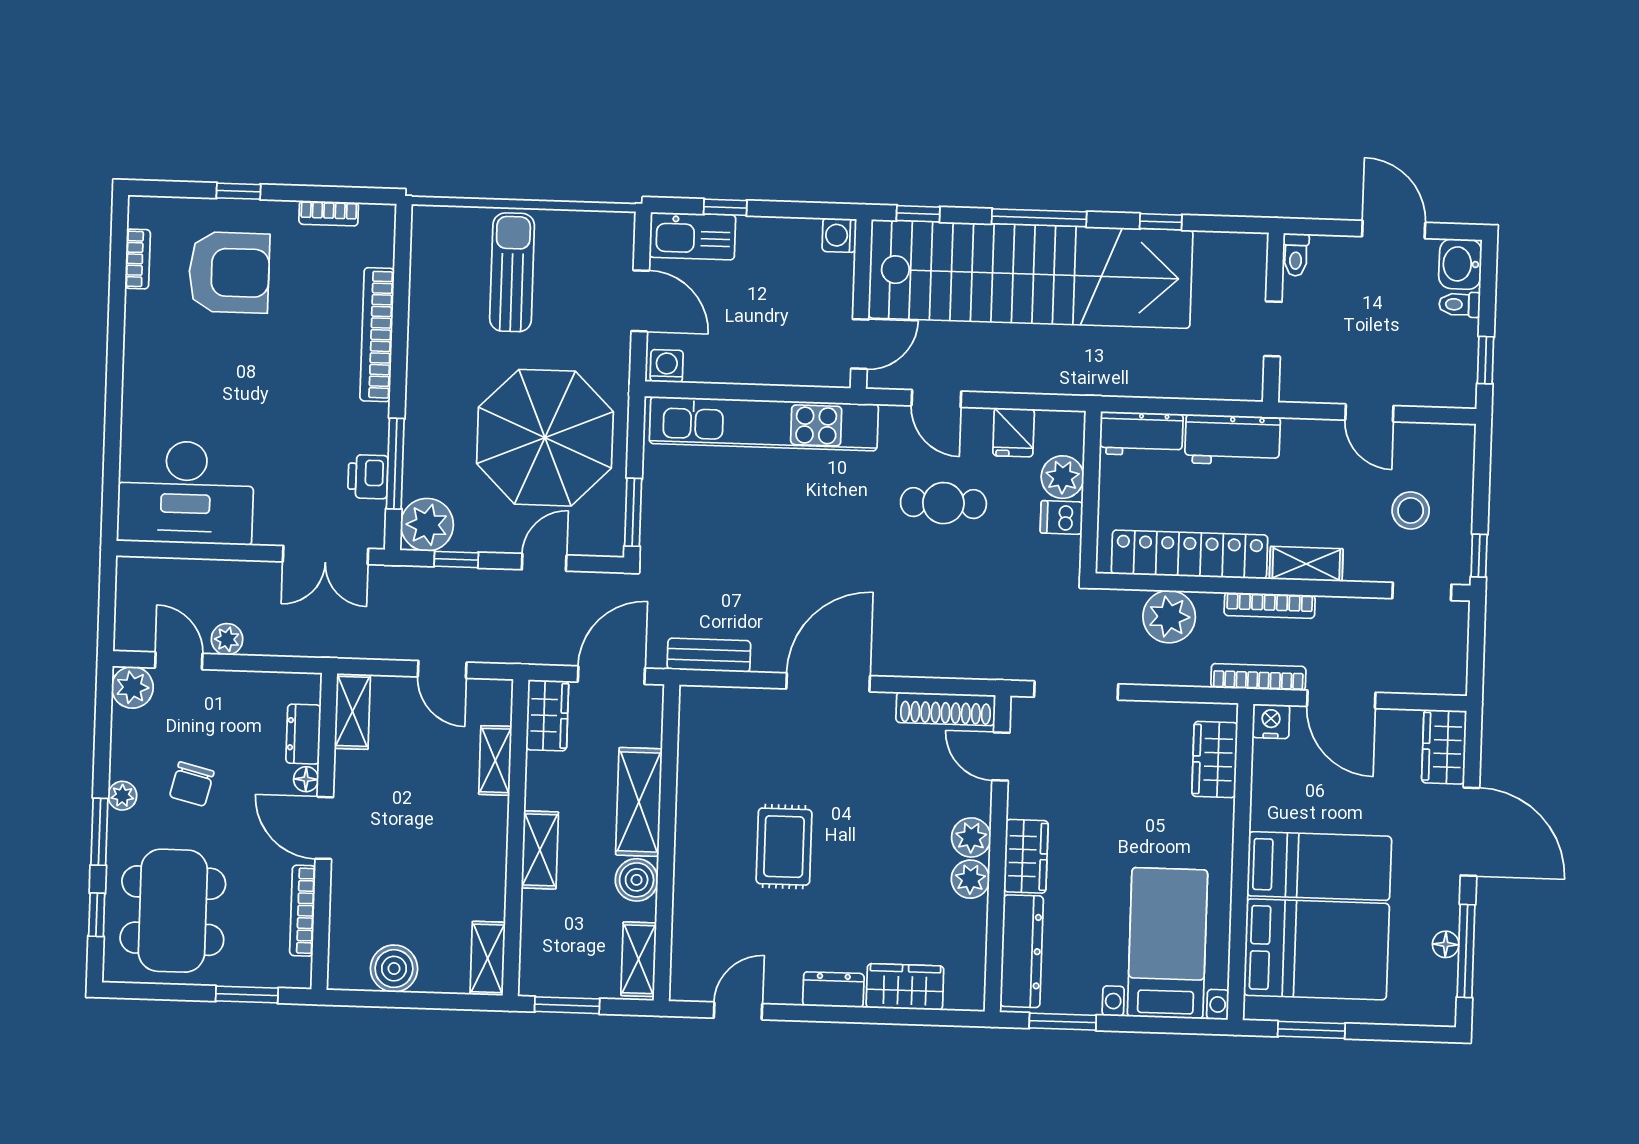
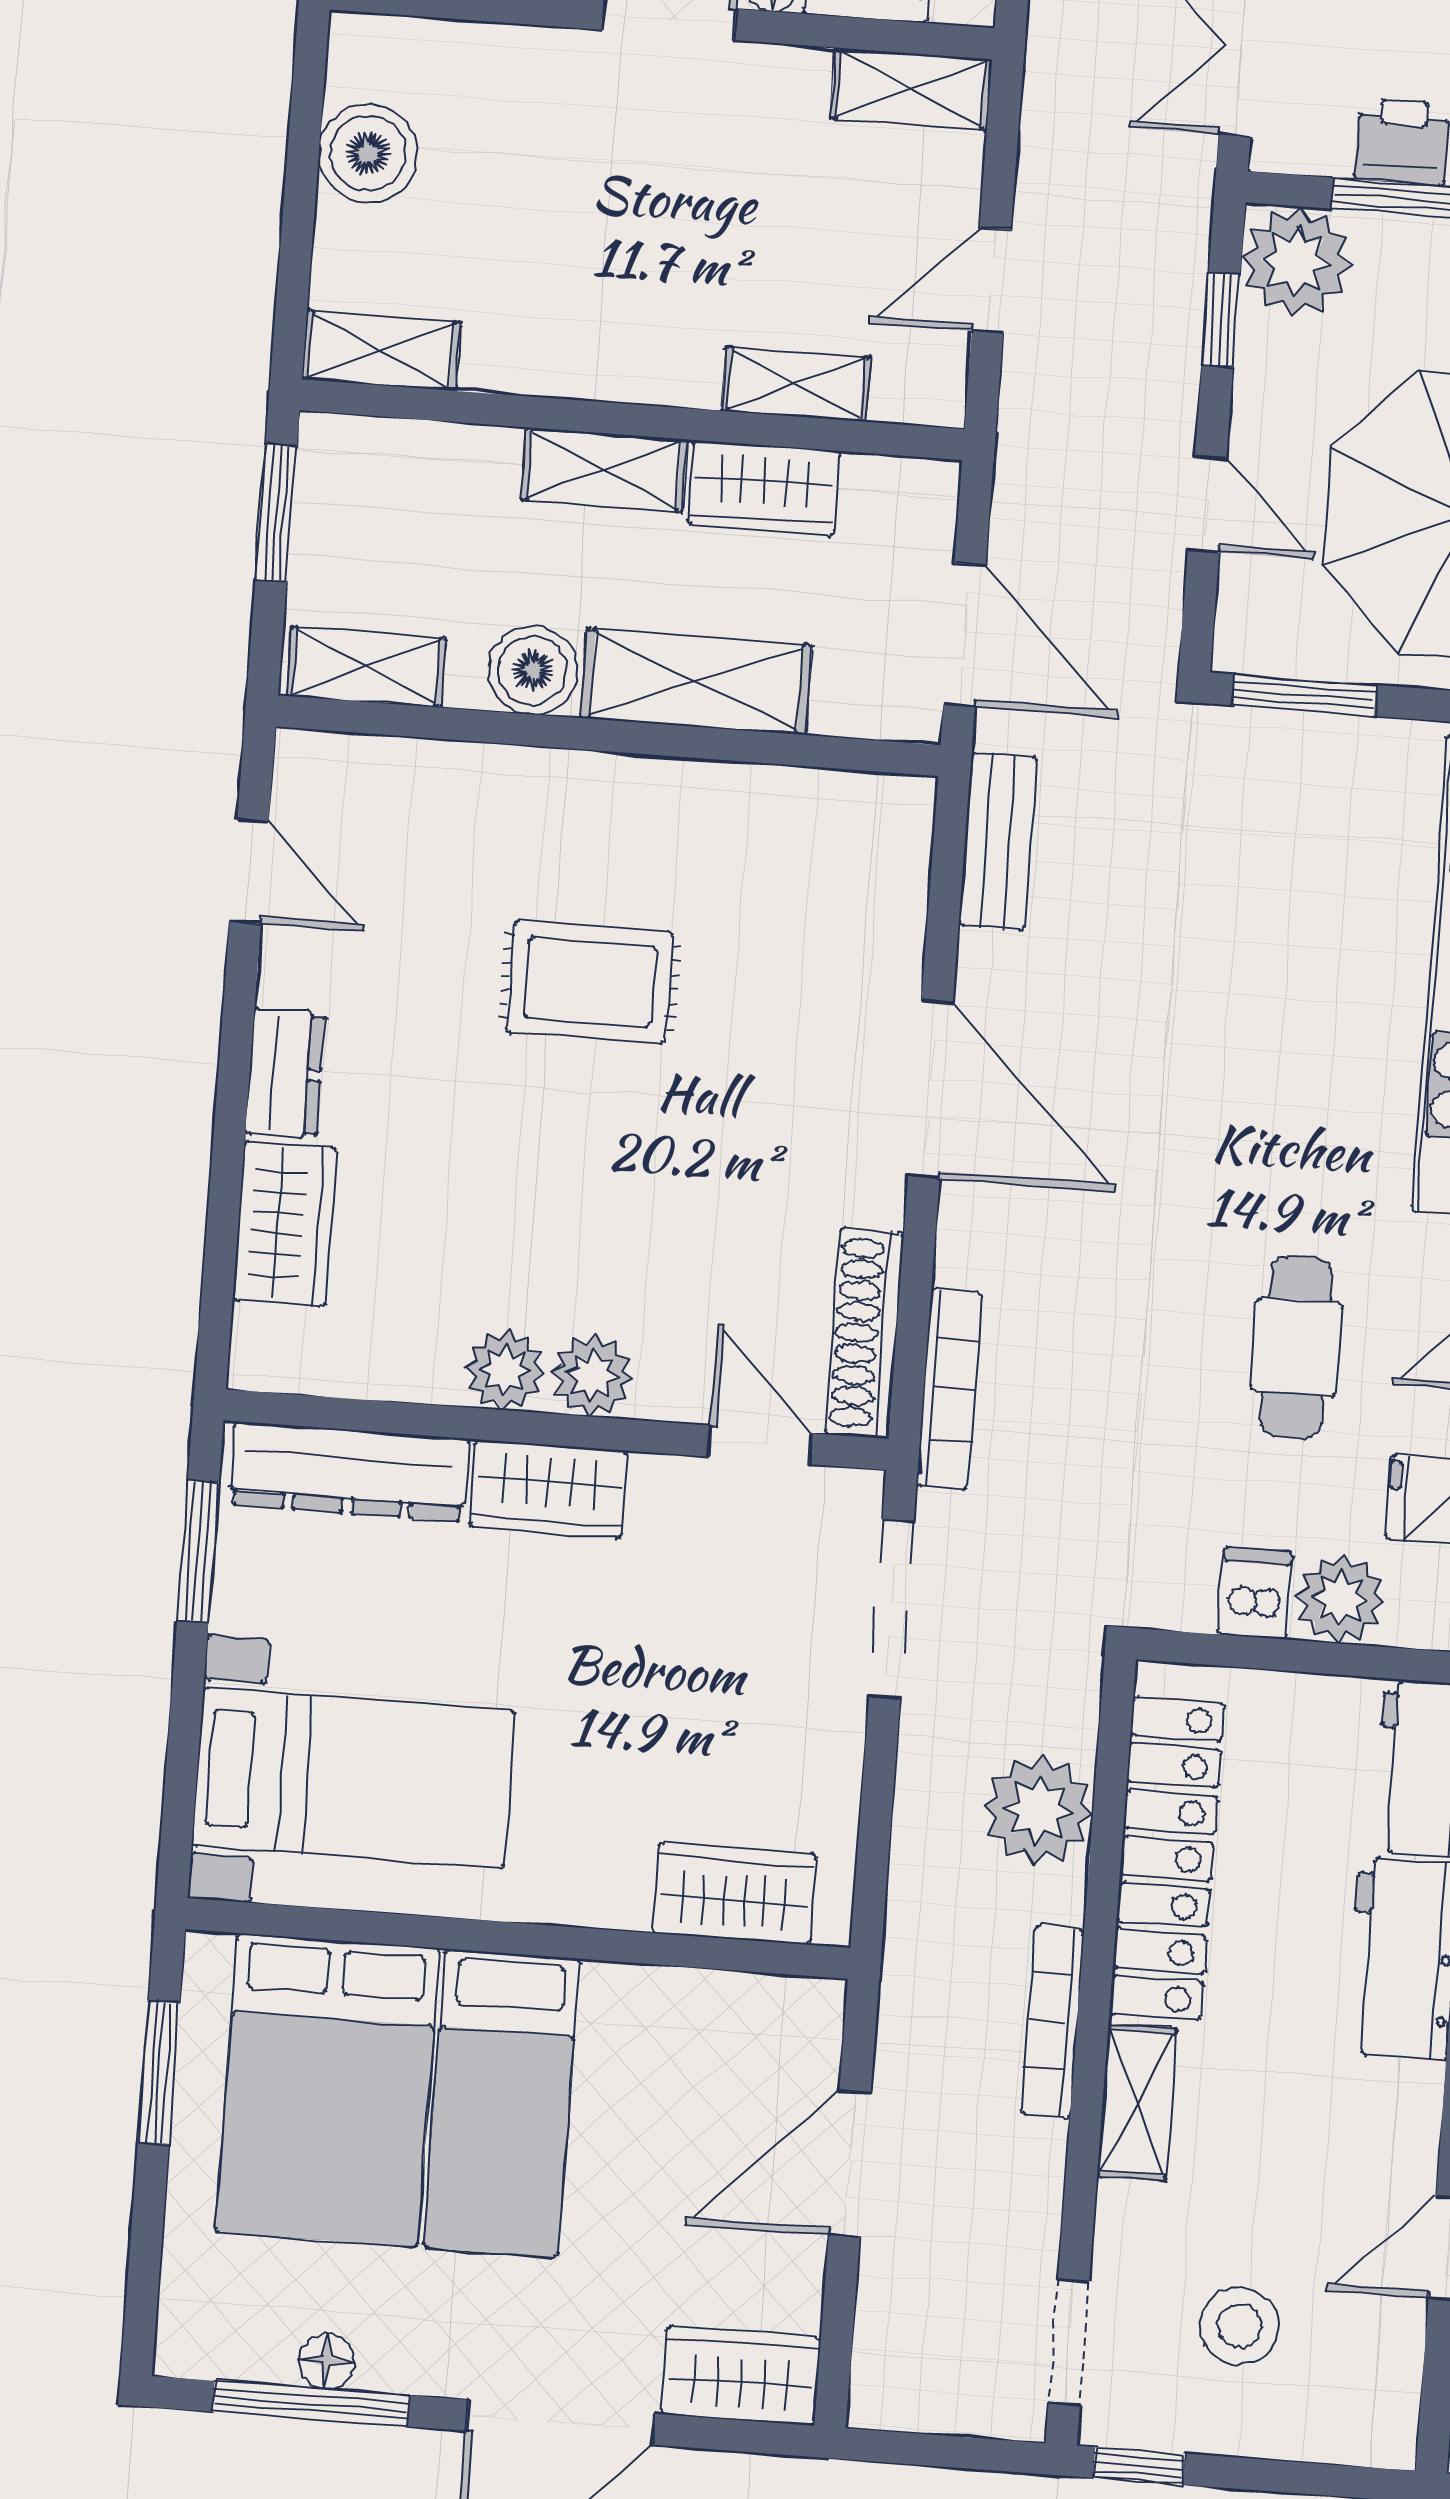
bookcase: (1258, 677) -> (949, 1389), moved
wardrobe: (547, 715) -> (764, 488), moved
nightstand: (1271, 721) -> (810, 2015), removed
door: (1001, 756) -> (760, 1445), hinge flipped

